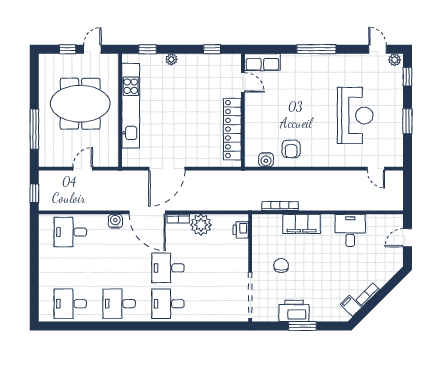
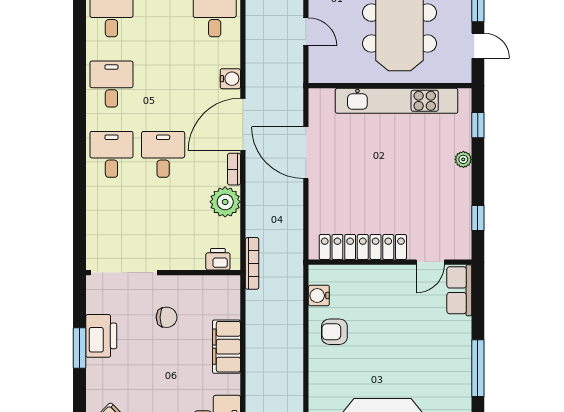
bookcase: (280, 206) -> (252, 263), moved

